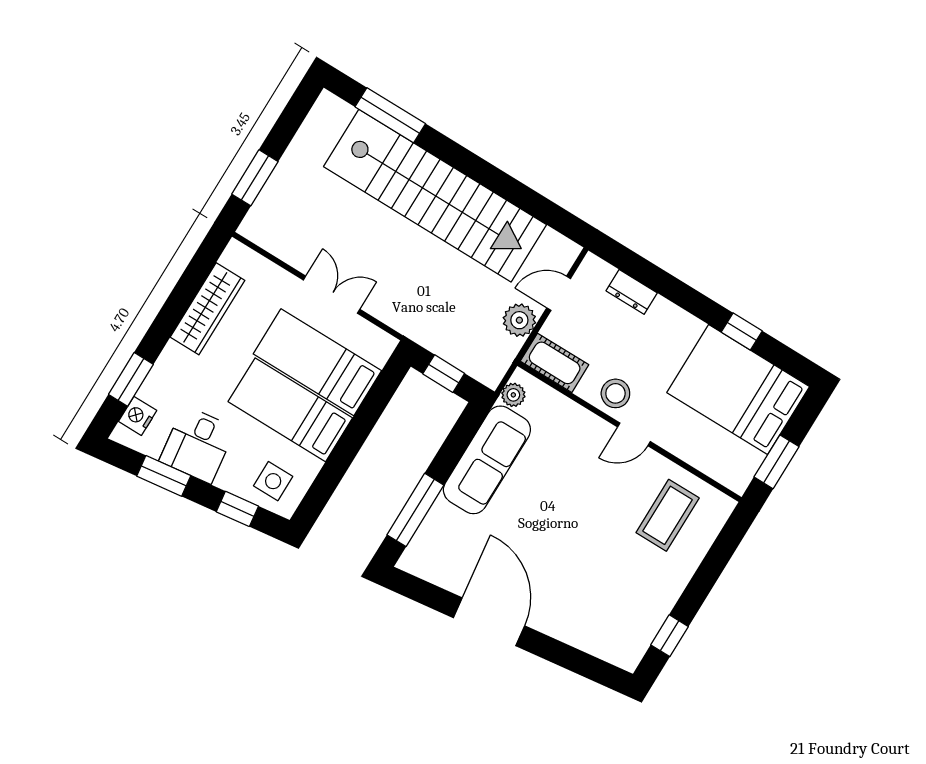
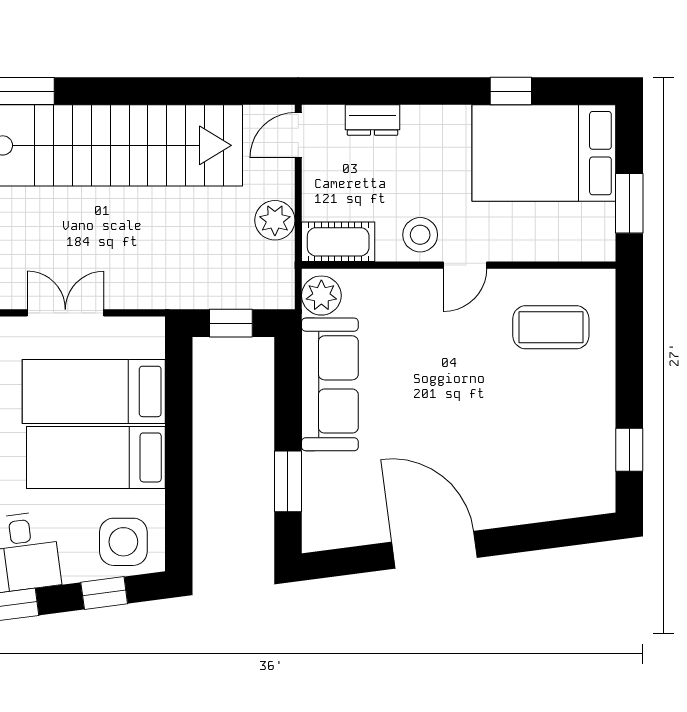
door: (559, 293) -> (298, 135), moved
plant: (513, 395) -> (321, 296), width x1.38, depth x1.38
side table: (273, 481) -> (123, 542), width x1.37, depth x1.37
window: (415, 510) -> (288, 481), width x0.69
coffee table: (668, 515) -> (551, 327), turned 90

